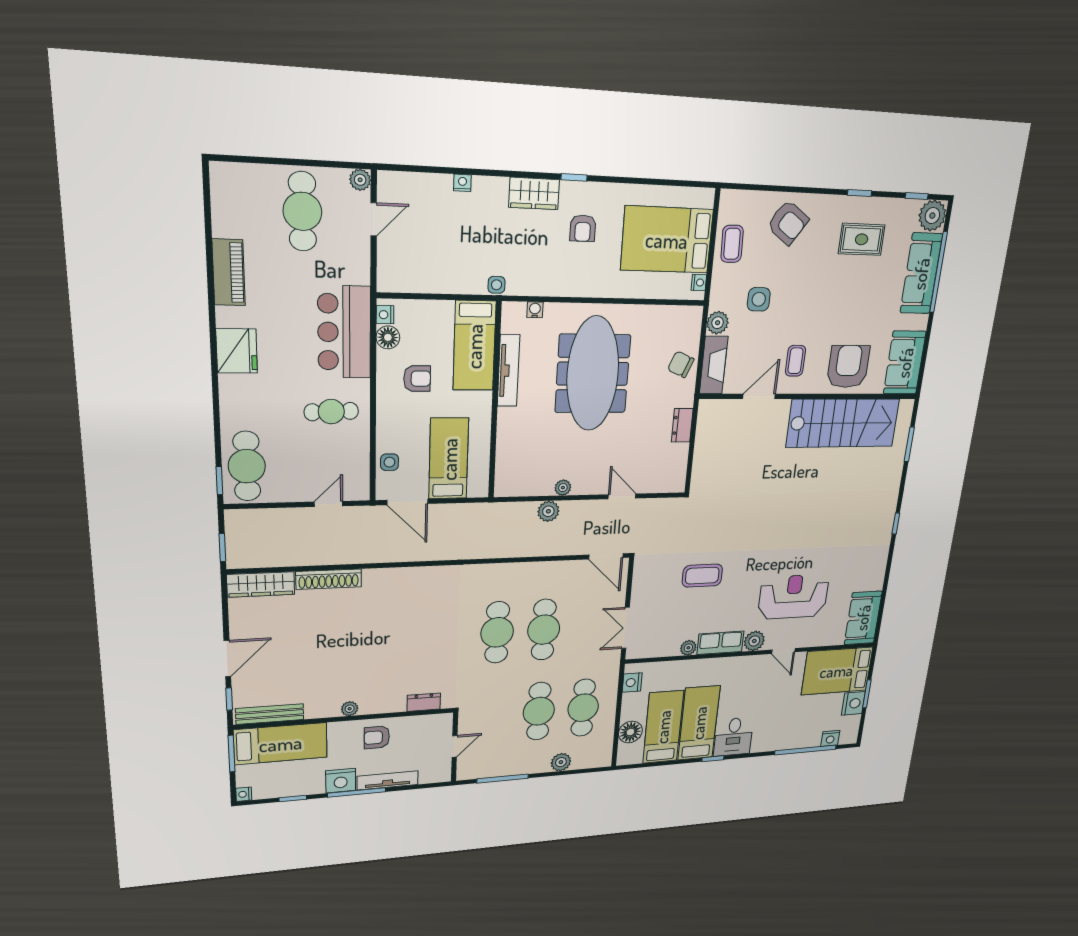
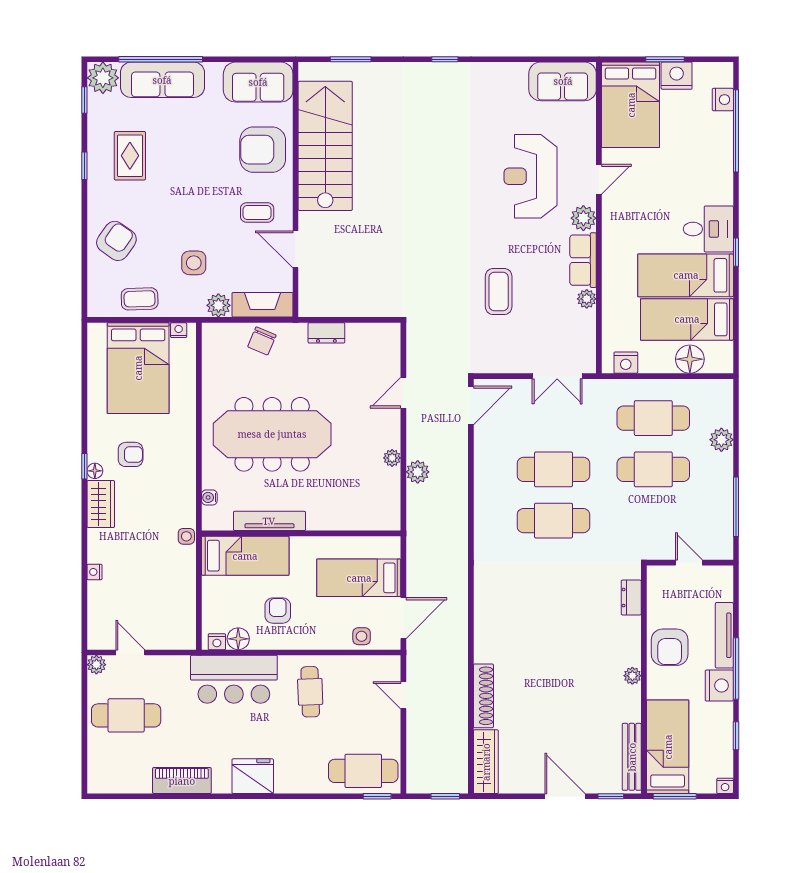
floor lamp: (569, 189) -> (95, 471), added
armchair: (377, 737) -> (670, 647), width x1.38, depth x1.38

